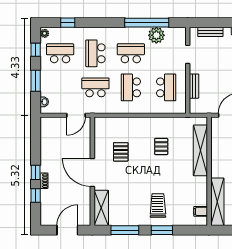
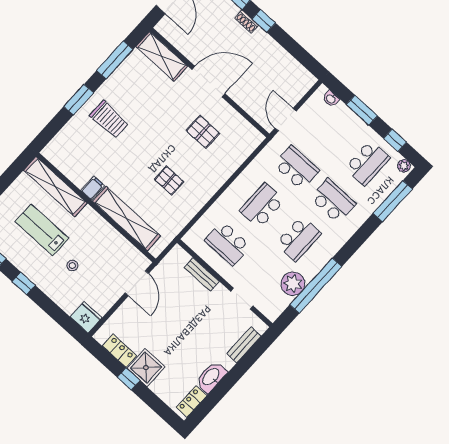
window: (68, 23) -> (393, 201), width x2.17
school desk: (95, 87) -> (296, 168), turned -90
school desk: (131, 87) -> (262, 206), turned -90
filing cabinet: (201, 211) -> (93, 188), moved

